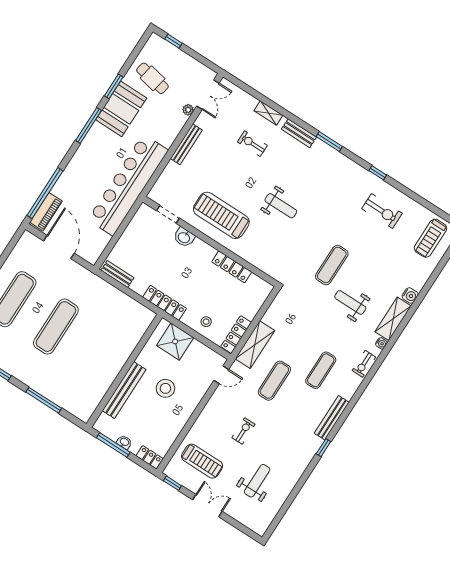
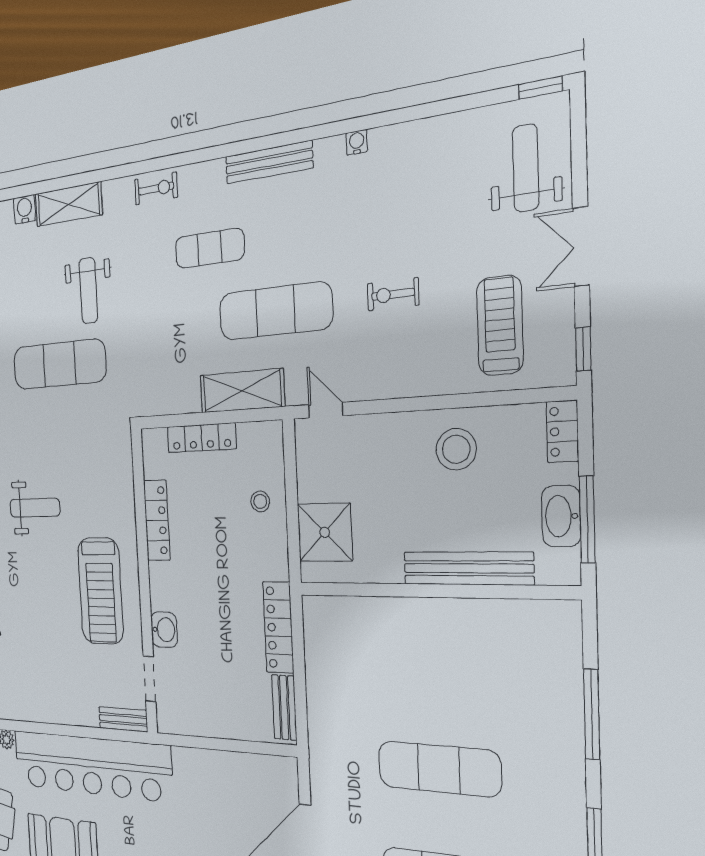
bench: (186, 144) -> (123, 719), moved, width x0.73
bar counter: (128, 185) -> (91, 766), moved
weight bench: (281, 206) -> (35, 508), turned 90
exercise mat: (332, 265) -> (59, 364), width x1.36, depth x1.45
locker: (164, 303) -> (278, 627), moved
locker: (236, 335) -> (202, 438), moved
water cooler: (381, 343) -> (357, 142), moved
exercise mat: (274, 381) -> (275, 311), width x1.36, depth x1.45
stool: (165, 388) -> (456, 449), moved
washbasin: (124, 442) -> (561, 516), width x1.91, depth x1.45
window: (323, 448) -> (540, 88), moved
weight bench: (257, 481) -> (526, 168), moved, turned 90

